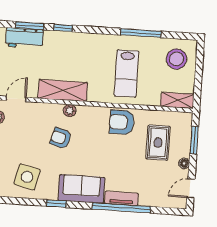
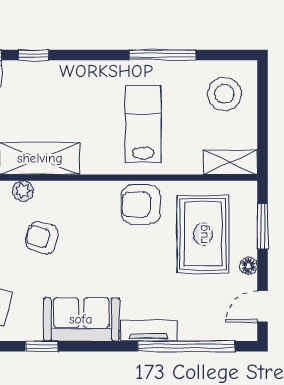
lab bench: (126, 74) -> (143, 124), turned 180
plant: (70, 110) -> (23, 191), moved
rug: (158, 143) -> (203, 234), width x1.36, depth x1.43
window: (121, 208) -> (186, 346), moved

